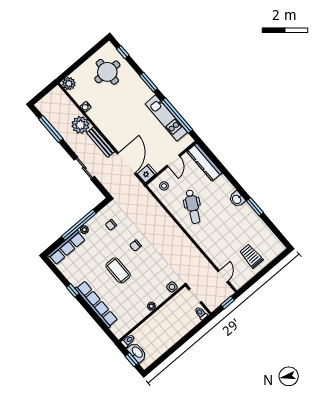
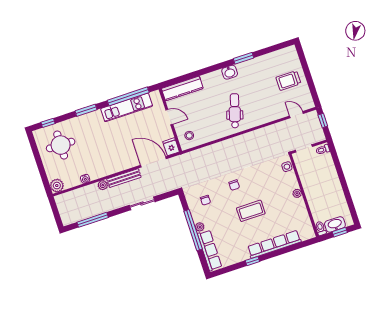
plant: (80, 125) -> (103, 185), width x0.53, depth x0.53
dental chair: (193, 207) -> (235, 111), moved, turned -101

